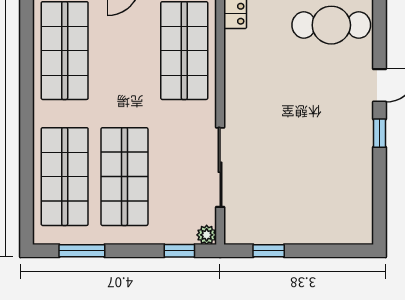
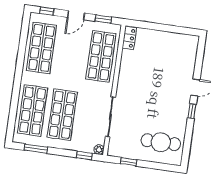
cafe table: (331, 25) -> (161, 142), moved

